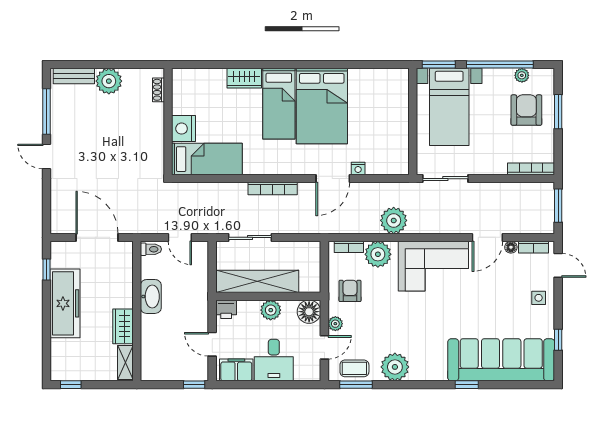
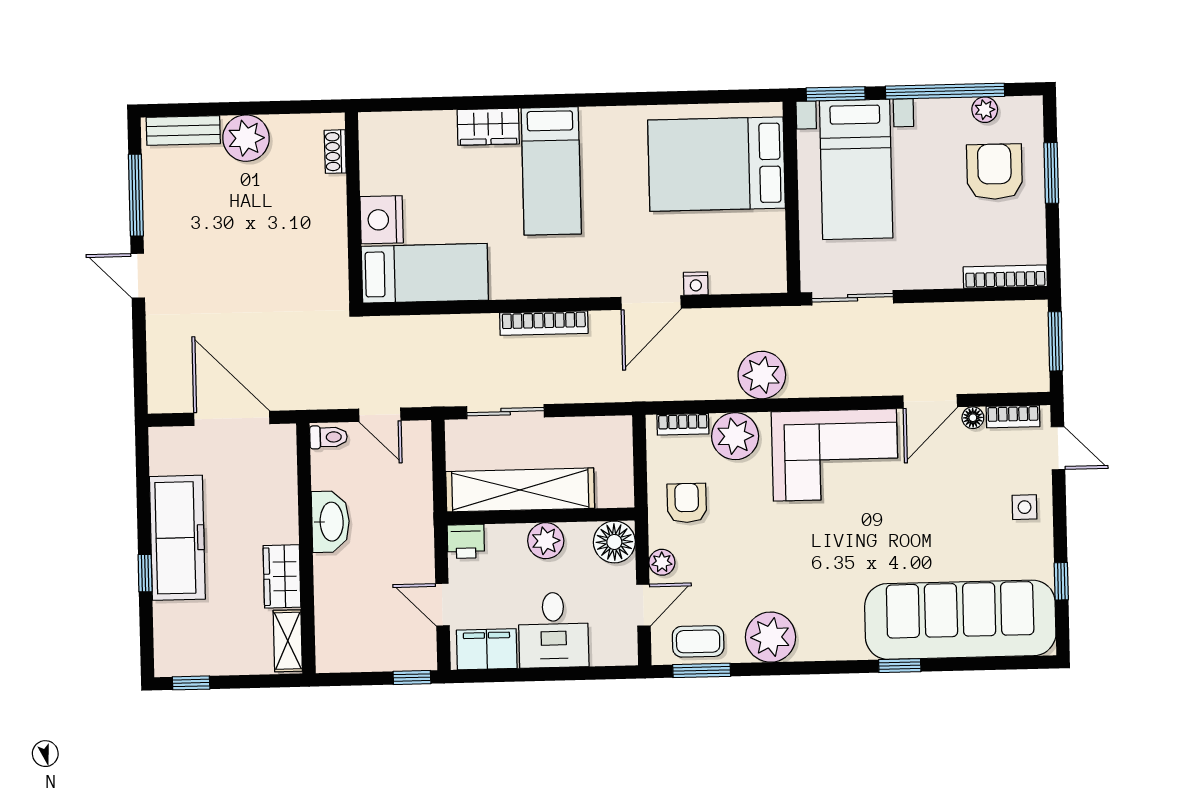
bed: (322, 106) -> (716, 164), moved, turned 90
window: (47, 270) -> (145, 573), moved

